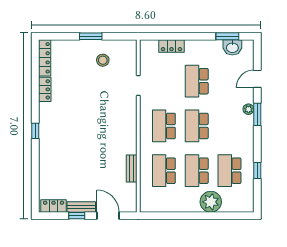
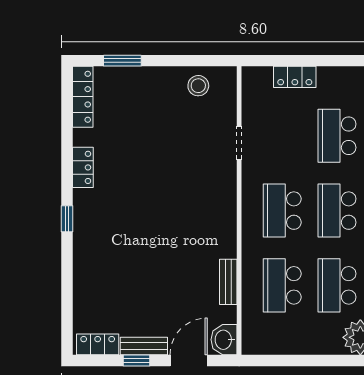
window: (91, 36) -> (122, 61), moved
stool: (103, 60) -> (198, 86), moved
locker: (45, 89) -> (83, 167), moved
washbasin: (129, 203) -> (224, 340), added
door: (108, 216) -> (189, 361), hinge flipped

